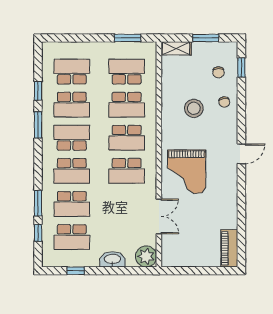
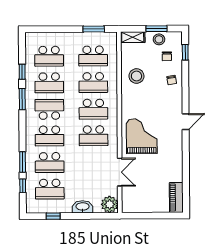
stool: (209, 51) -> (159, 39), added
school desk: (72, 72) -> (49, 56), turned 180
school desk: (127, 72) -> (93, 56), turned 180
stool: (194, 108) -> (136, 76), moved
grand piano: (187, 172) -> (142, 136), turned 180

